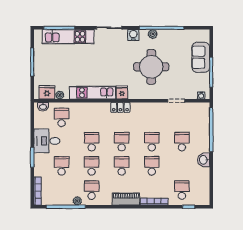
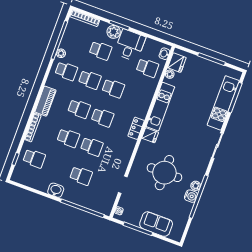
water cooler: (133, 35) -> (191, 196), moved
plant: (40, 160) -> (114, 32), added

